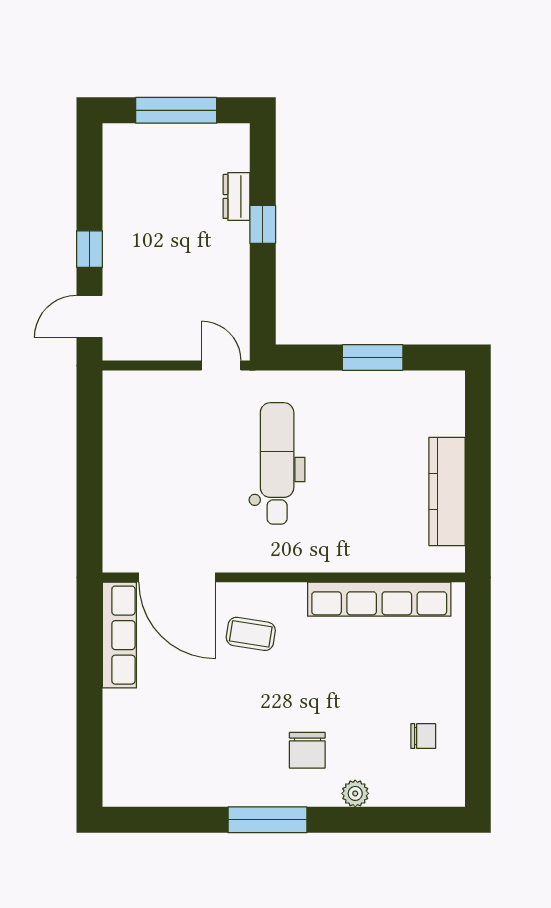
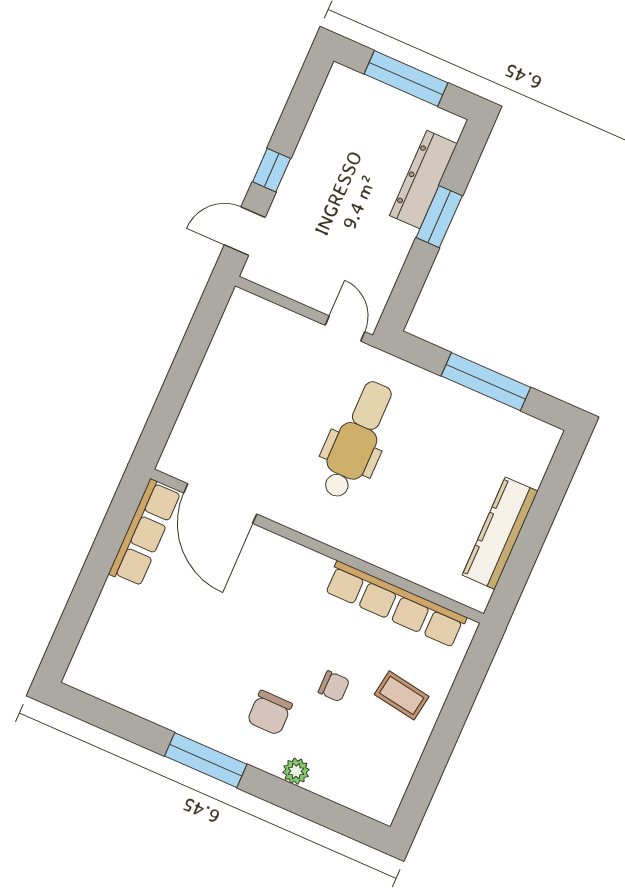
dresser: (236, 196) -> (423, 180), width x1.96, depth x1.24
window: (263, 224) -> (439, 217), width x1.50
window: (373, 358) -> (486, 382), width x1.44
coffee table: (251, 634) -> (402, 695), moved
chair: (423, 736) -> (334, 686), moved

